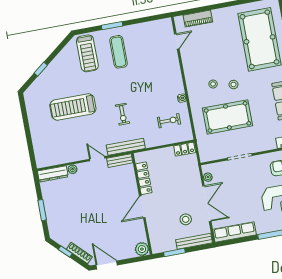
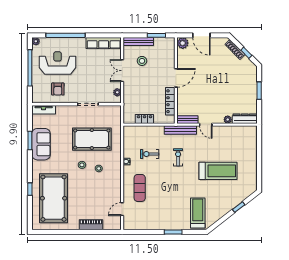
piano: (198, 19) -> (91, 225), moved
exercise mat: (119, 52) -> (140, 188), moved
exercise bike: (169, 121) -> (150, 154), moved
locker: (185, 149) -> (144, 119), moved
double door: (207, 204) -> (122, 71), width x0.73
door: (107, 265) -> (201, 35), moved

